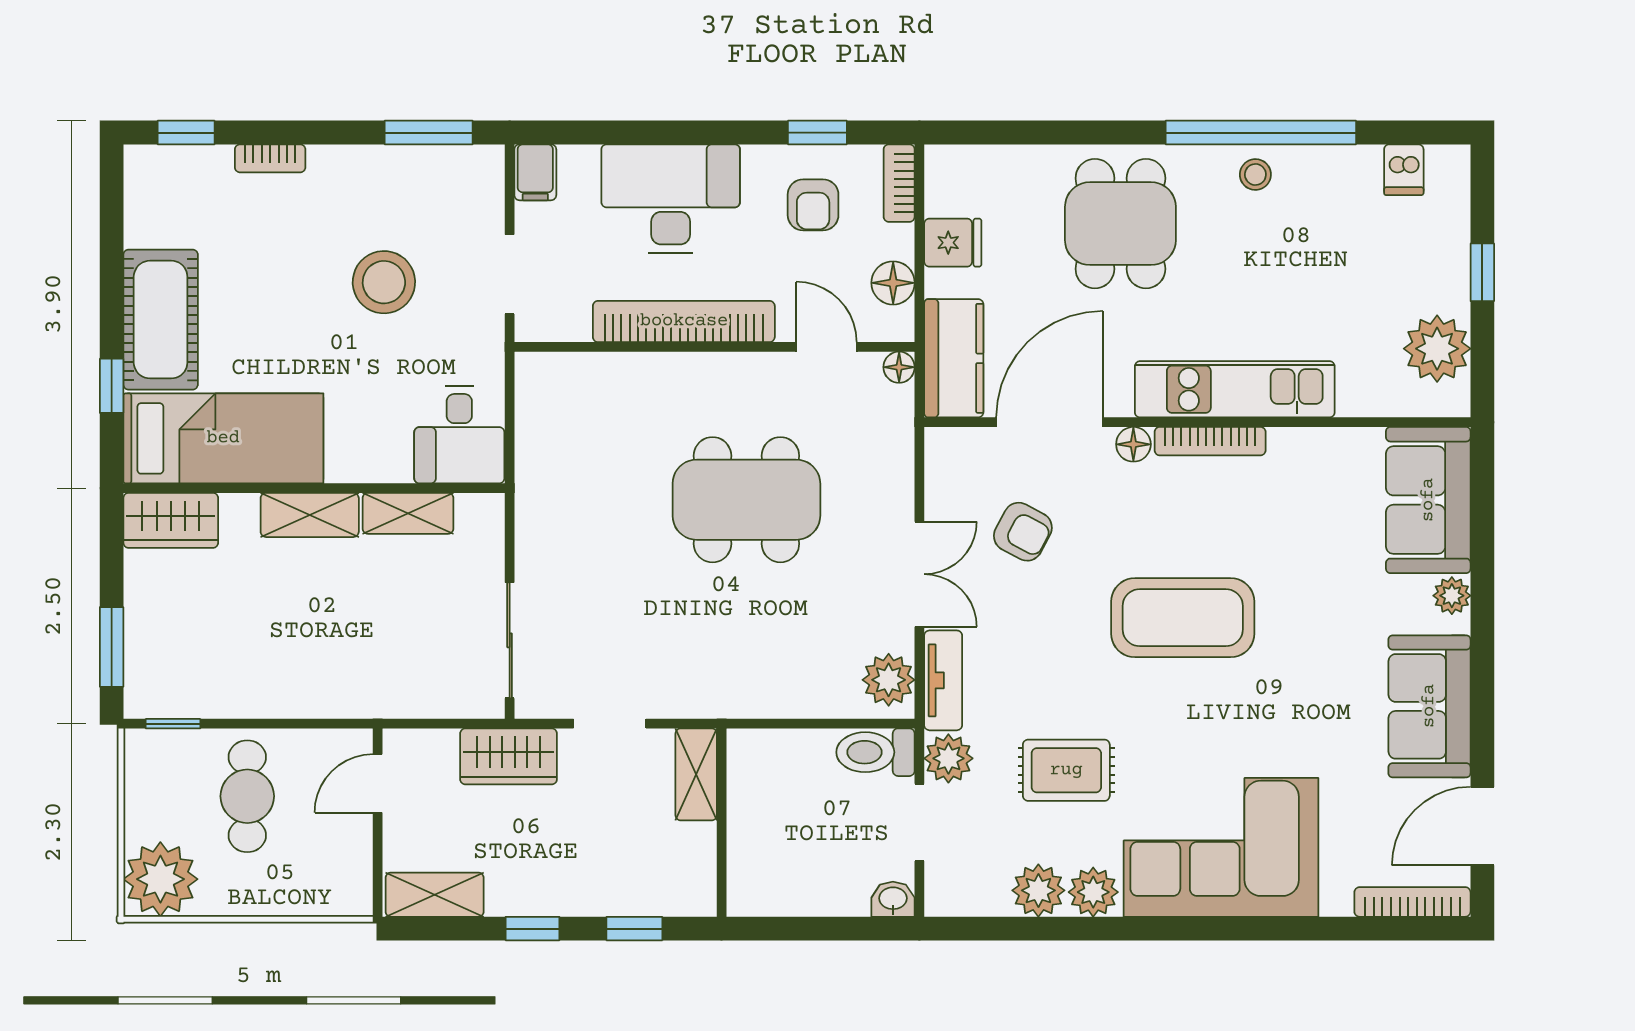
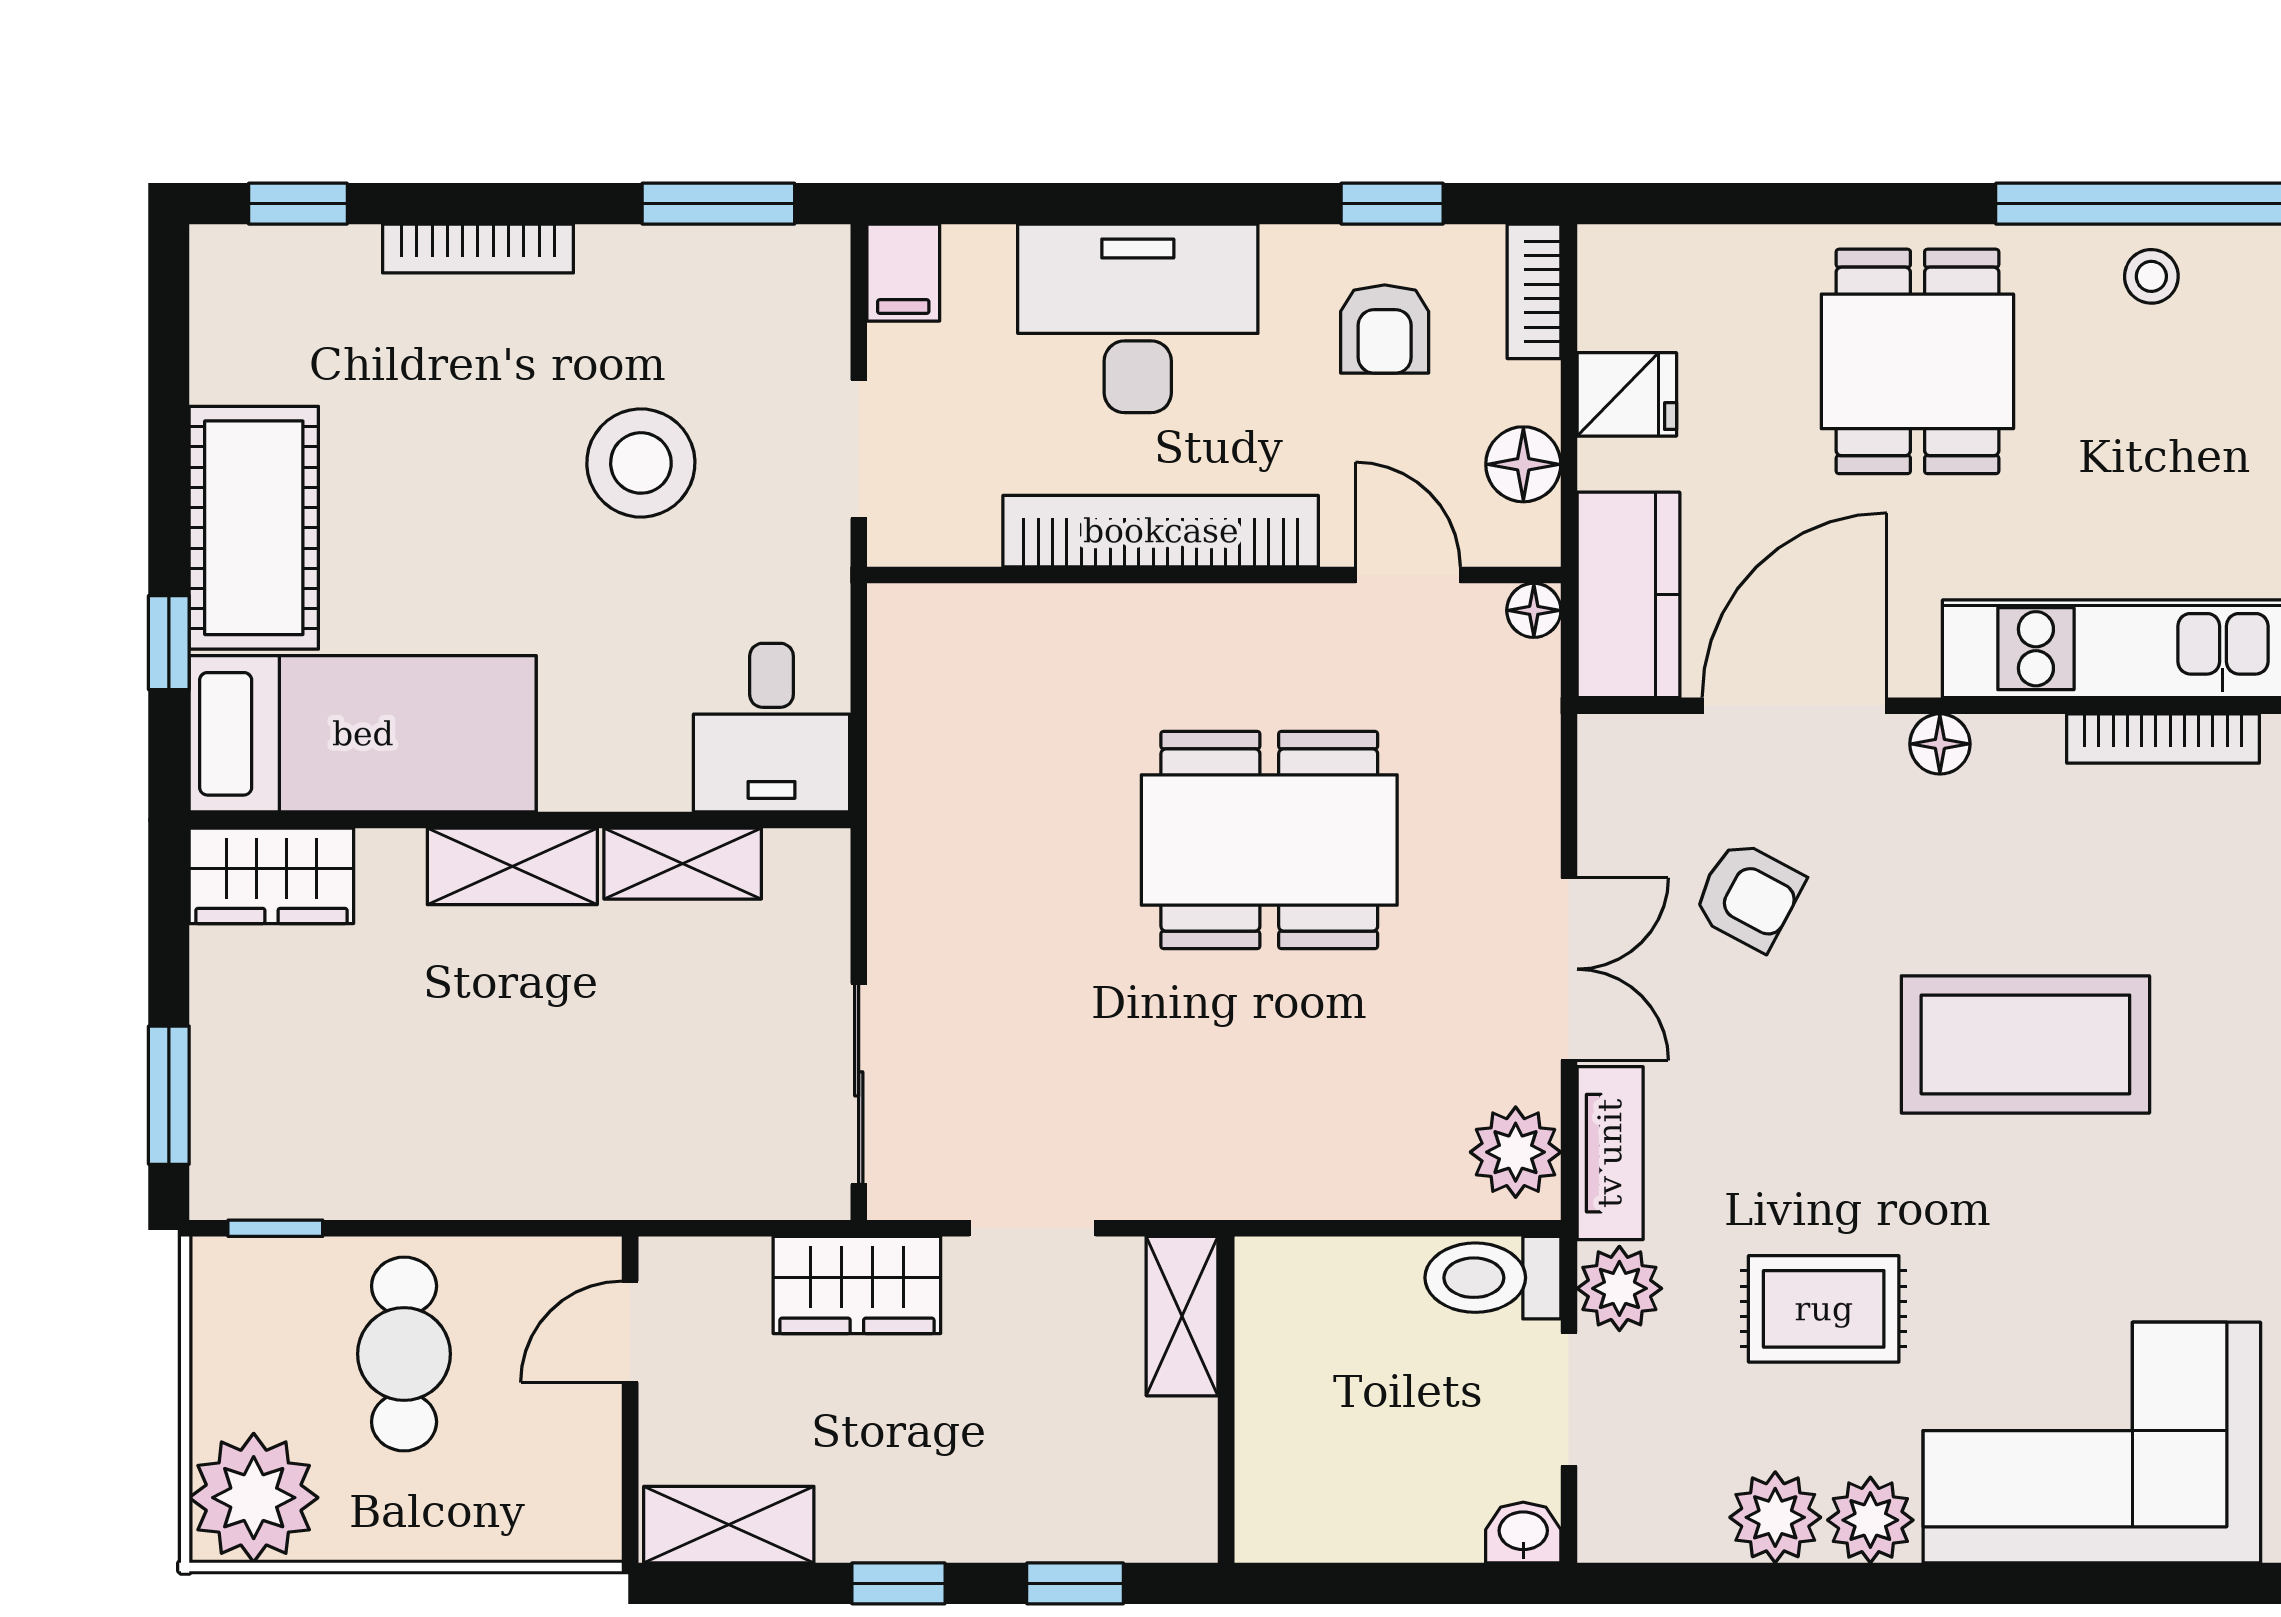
bookcase: (270, 158) -> (478, 248), width x1.56
bookcase: (1210, 441) -> (2163, 739), moved

